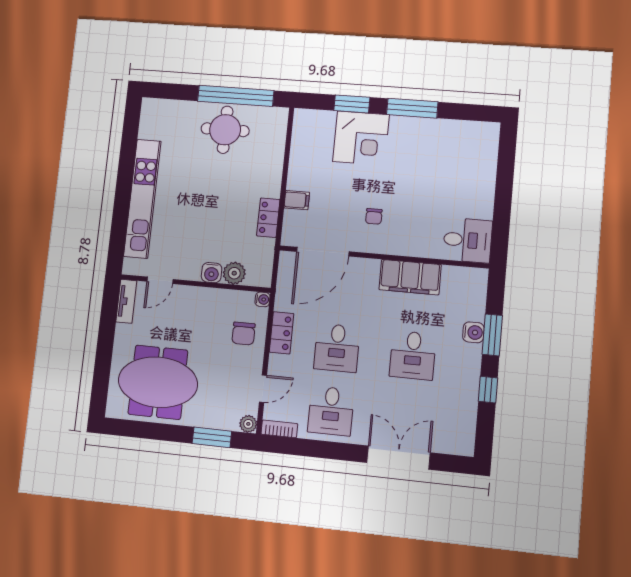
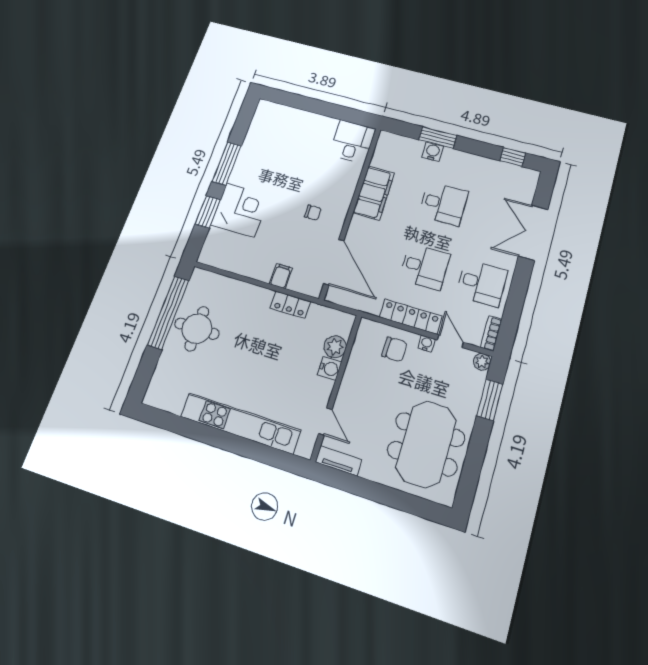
water cooler: (263, 299) -> (426, 343), moved
locker: (282, 333) -> (411, 317), width x1.53
window: (488, 390) -> (513, 157), moved

